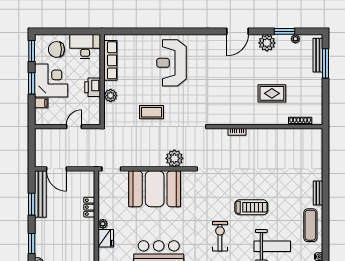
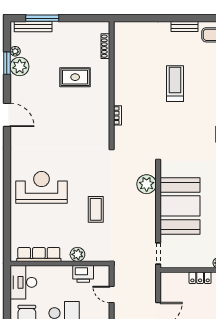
plant: (267, 43) -> (20, 67), moved
reception desk: (172, 63) -> (42, 187), turned 180
printer: (93, 87) -> (83, 274), moved
rug: (272, 93) -> (75, 77), turned 90
treadmill: (251, 207) -> (175, 84), moved

